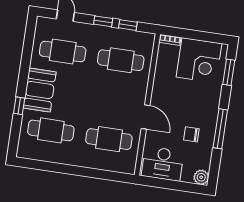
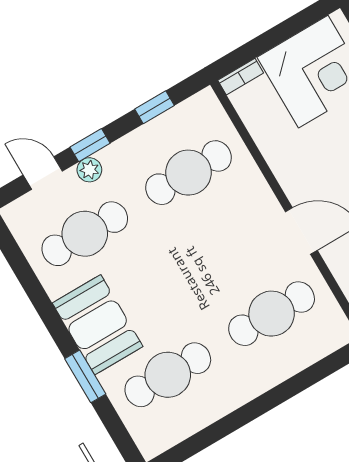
window: (103, 21) -> (90, 145), moved
plant: (84, 29) -> (89, 170), added
window: (19, 106) -> (85, 376), width x1.50

